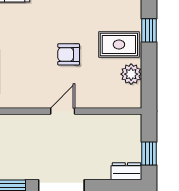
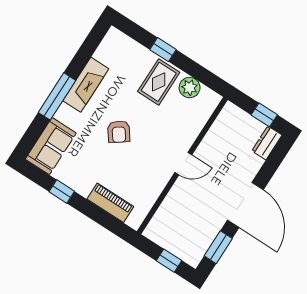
armchair: (69, 54) -> (119, 132), moved, turned -36
door: (63, 111) -> (183, 164), swing flipped

